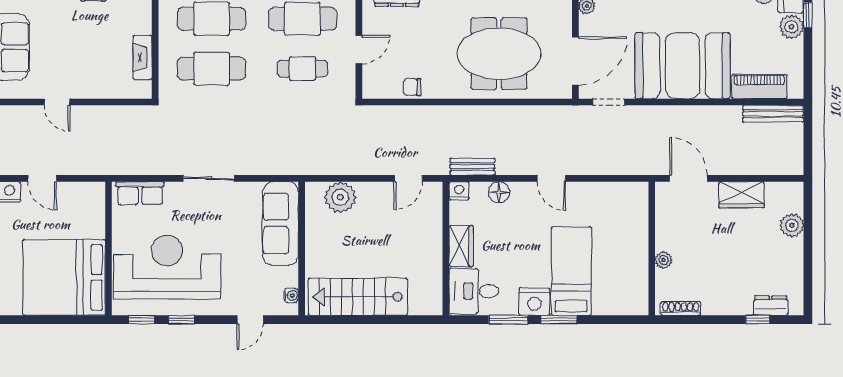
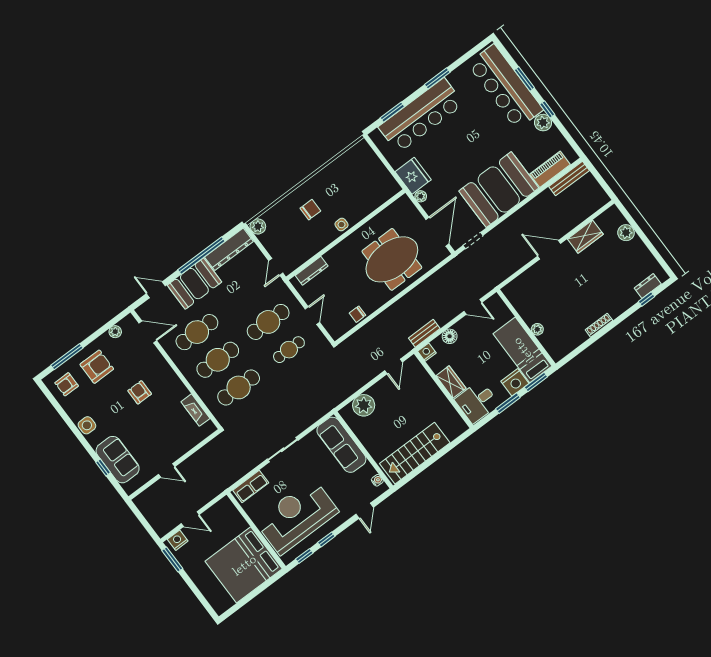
wall: (652, 248) -> (526, 328), moved
plant: (663, 260) -> (537, 329), moved

